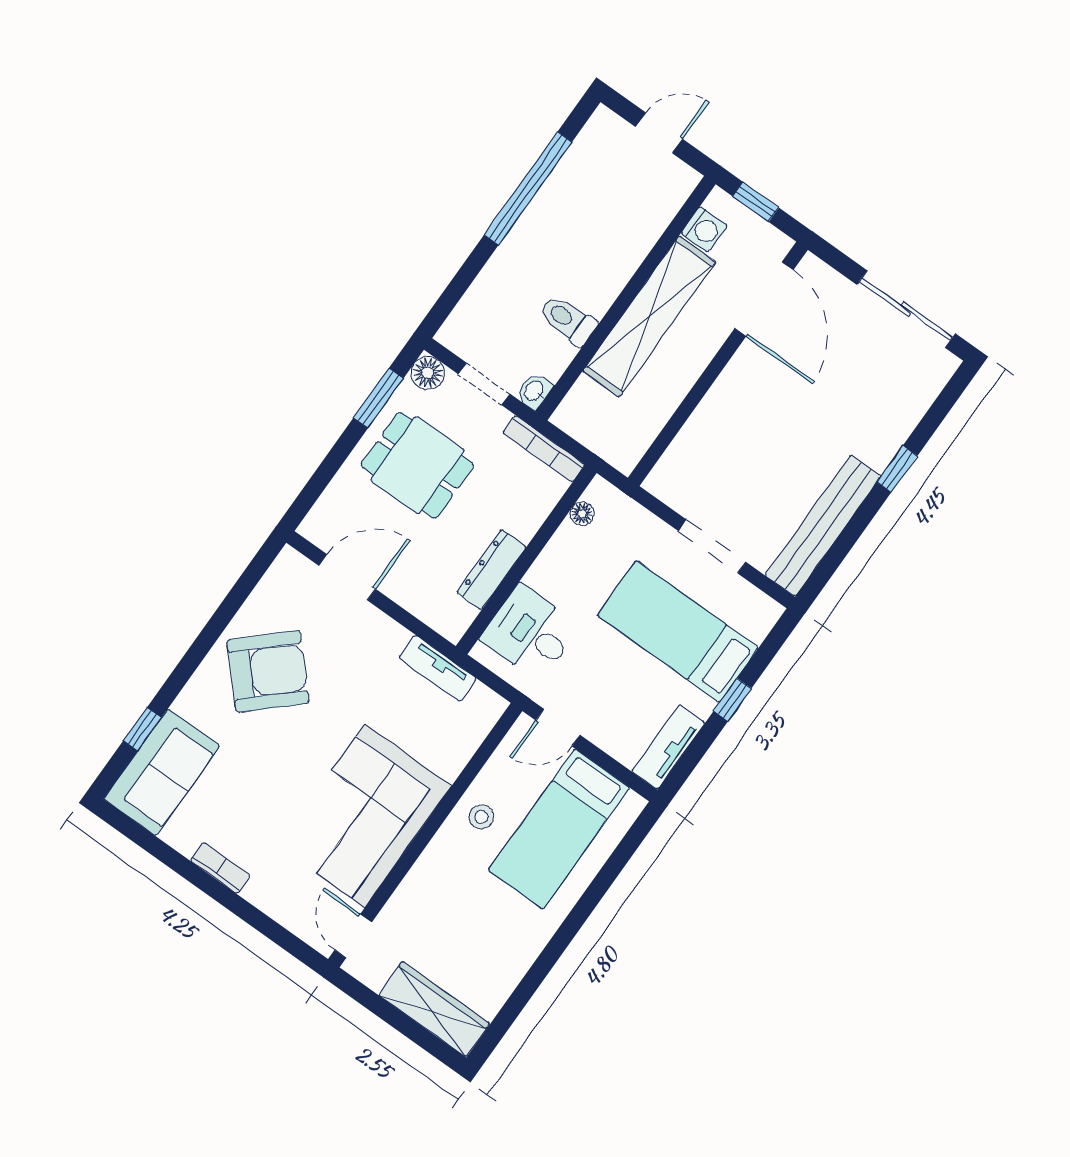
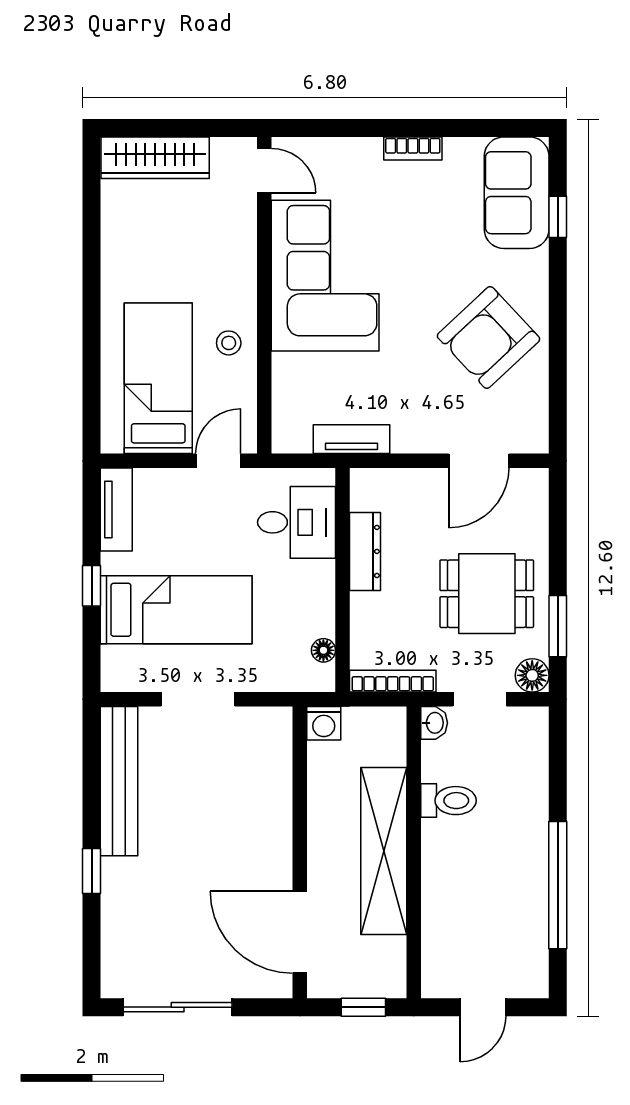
washing machine: (704, 229) -> (324, 723), moved, turned -90

